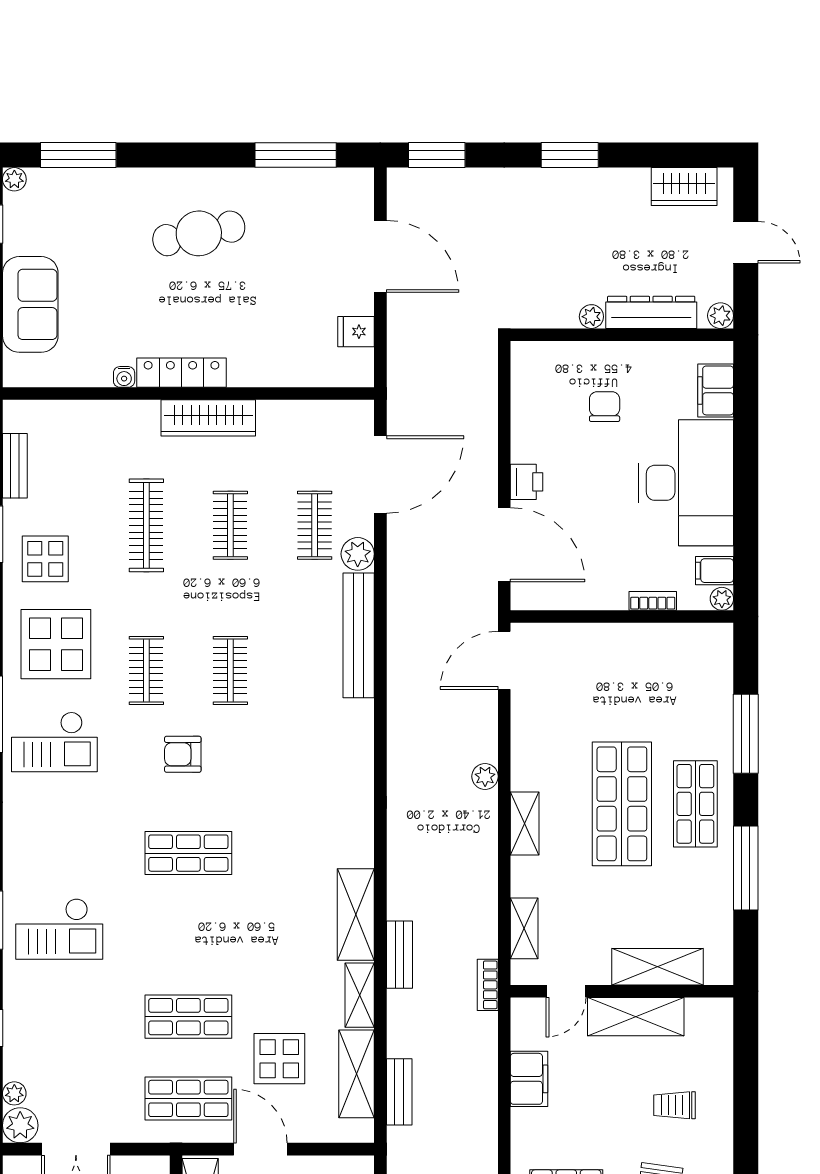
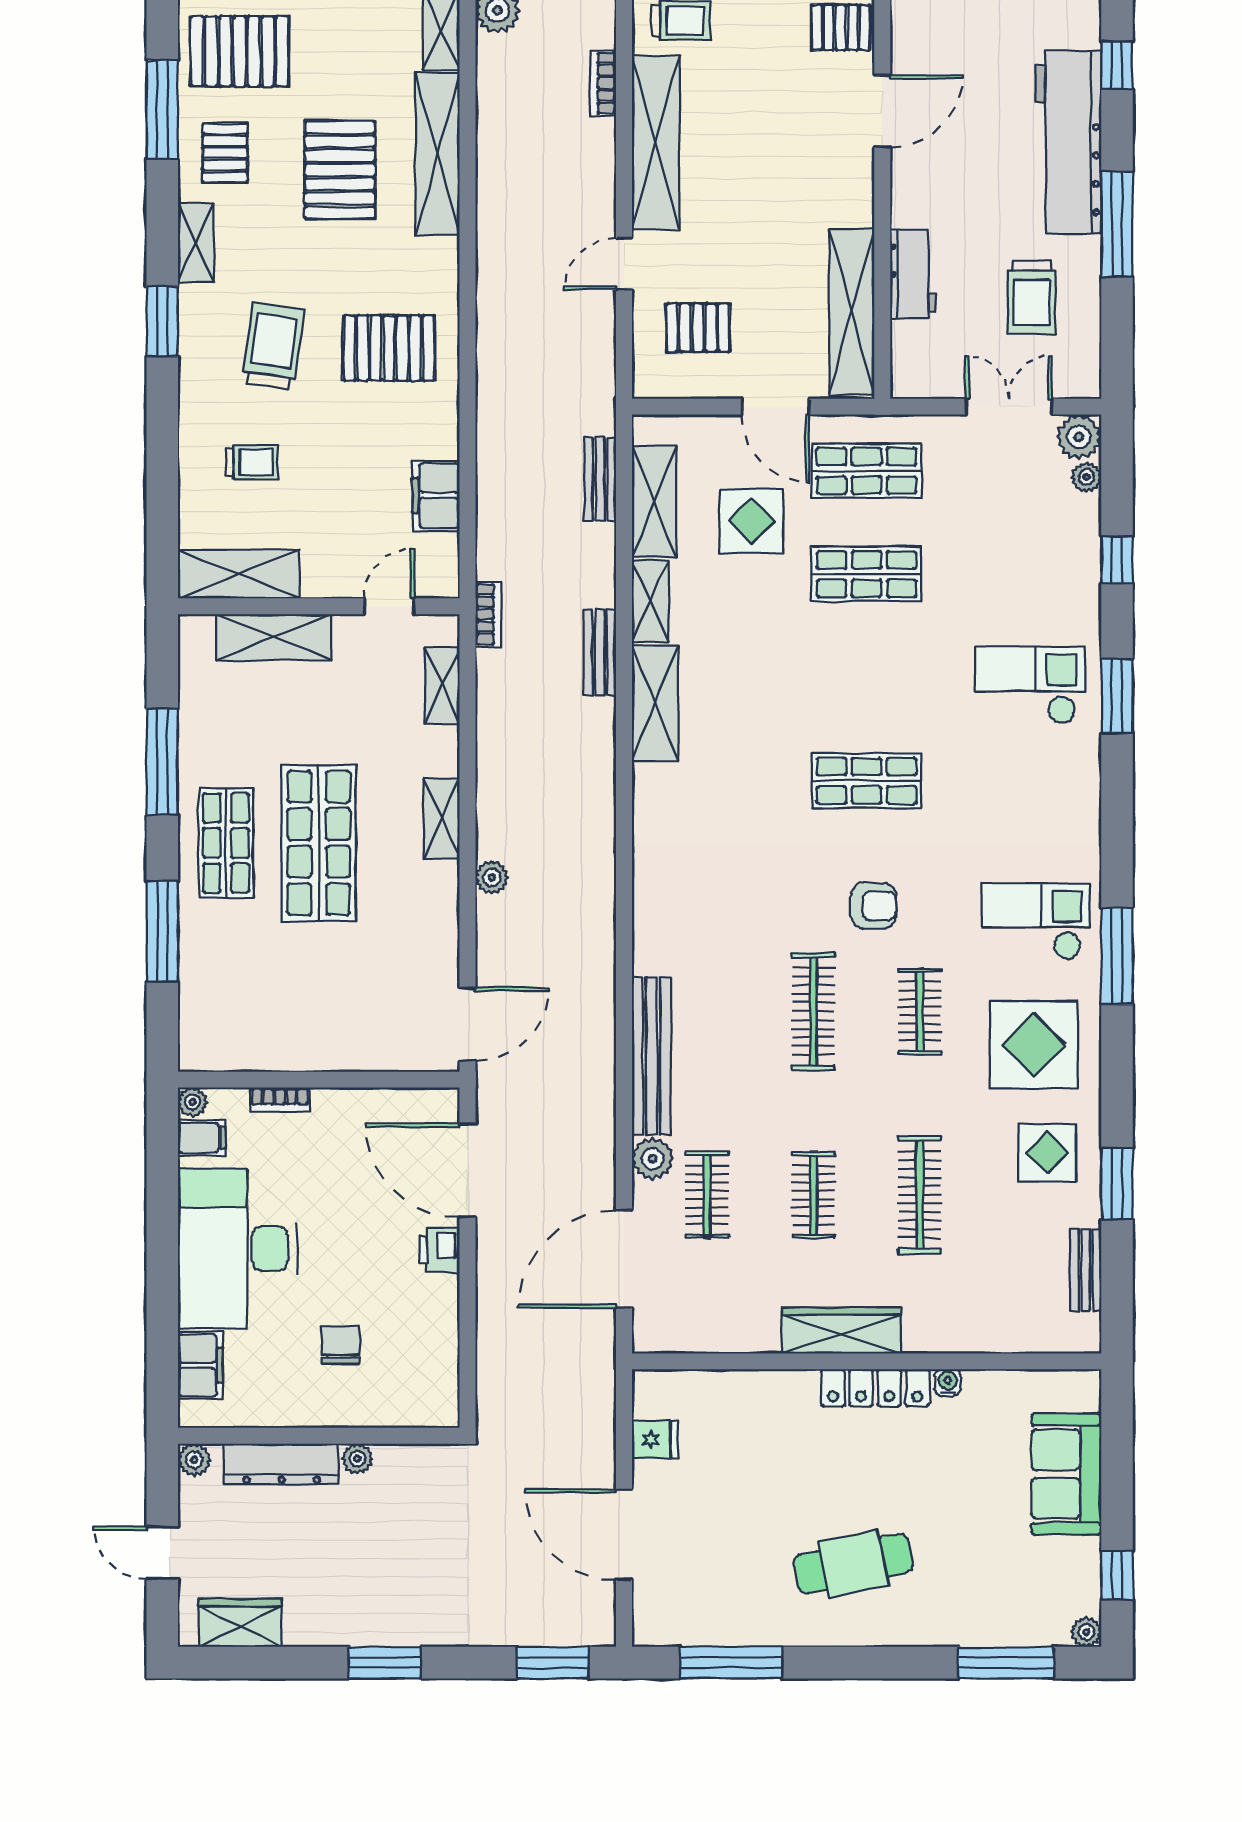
chair: (605, 407) -> (341, 1345), turned 180
clothes rail: (230, 671) -> (813, 1011), width x1.36
shelving: (636, 1017) -> (239, 574), moved

